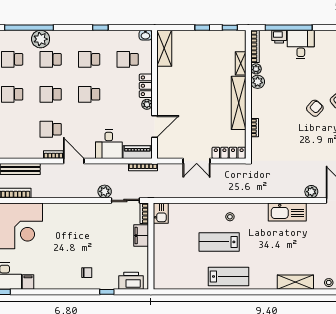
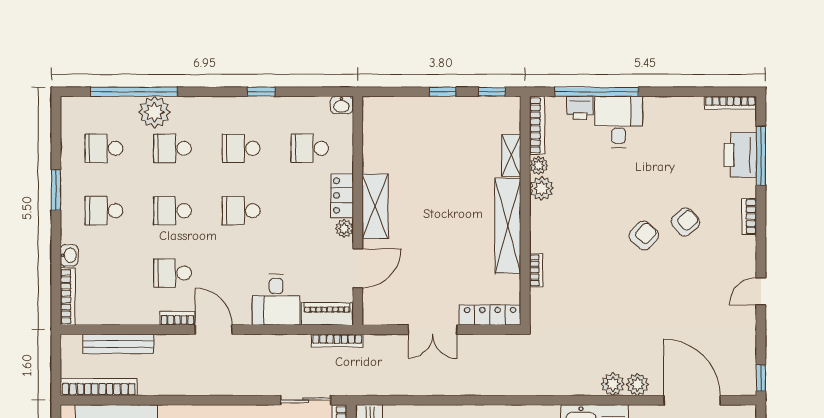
shelving: (164, 48) -> (375, 206), moved
plant: (105, 191) -> (613, 384), moved

